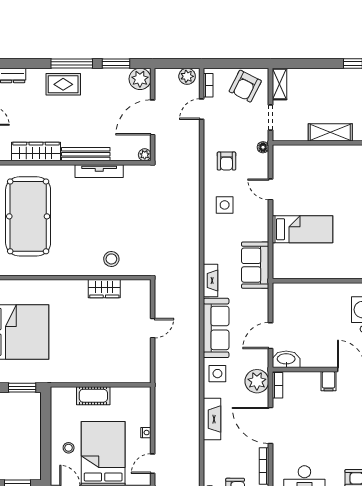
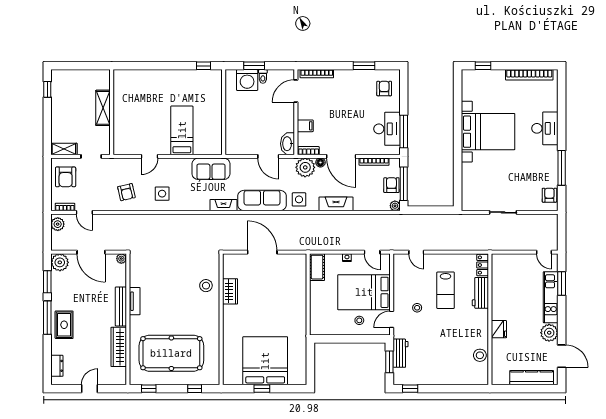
armchair: (245, 86) -> (66, 177), turned 63
floor lamp: (263, 147) -> (320, 162), moved
armchair: (226, 161) -> (126, 192), turned 77
tv unit: (99, 171) -> (135, 301), width x0.71
door: (153, 328) -> (262, 252), width x1.87
filing cabinet: (329, 381) -> (305, 126), moved
window: (22, 388) -> (310, 358), removed
cot: (93, 396) -> (317, 267), moved
door: (271, 425) -> (341, 156), hinge flipped

